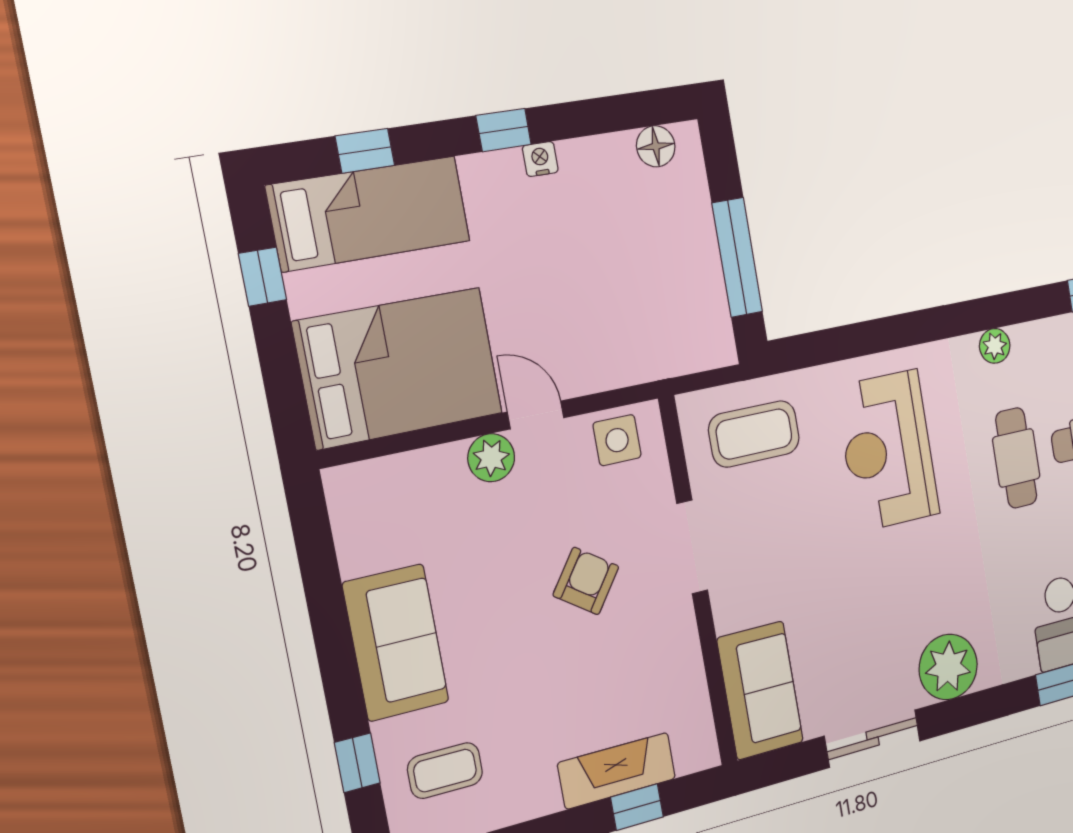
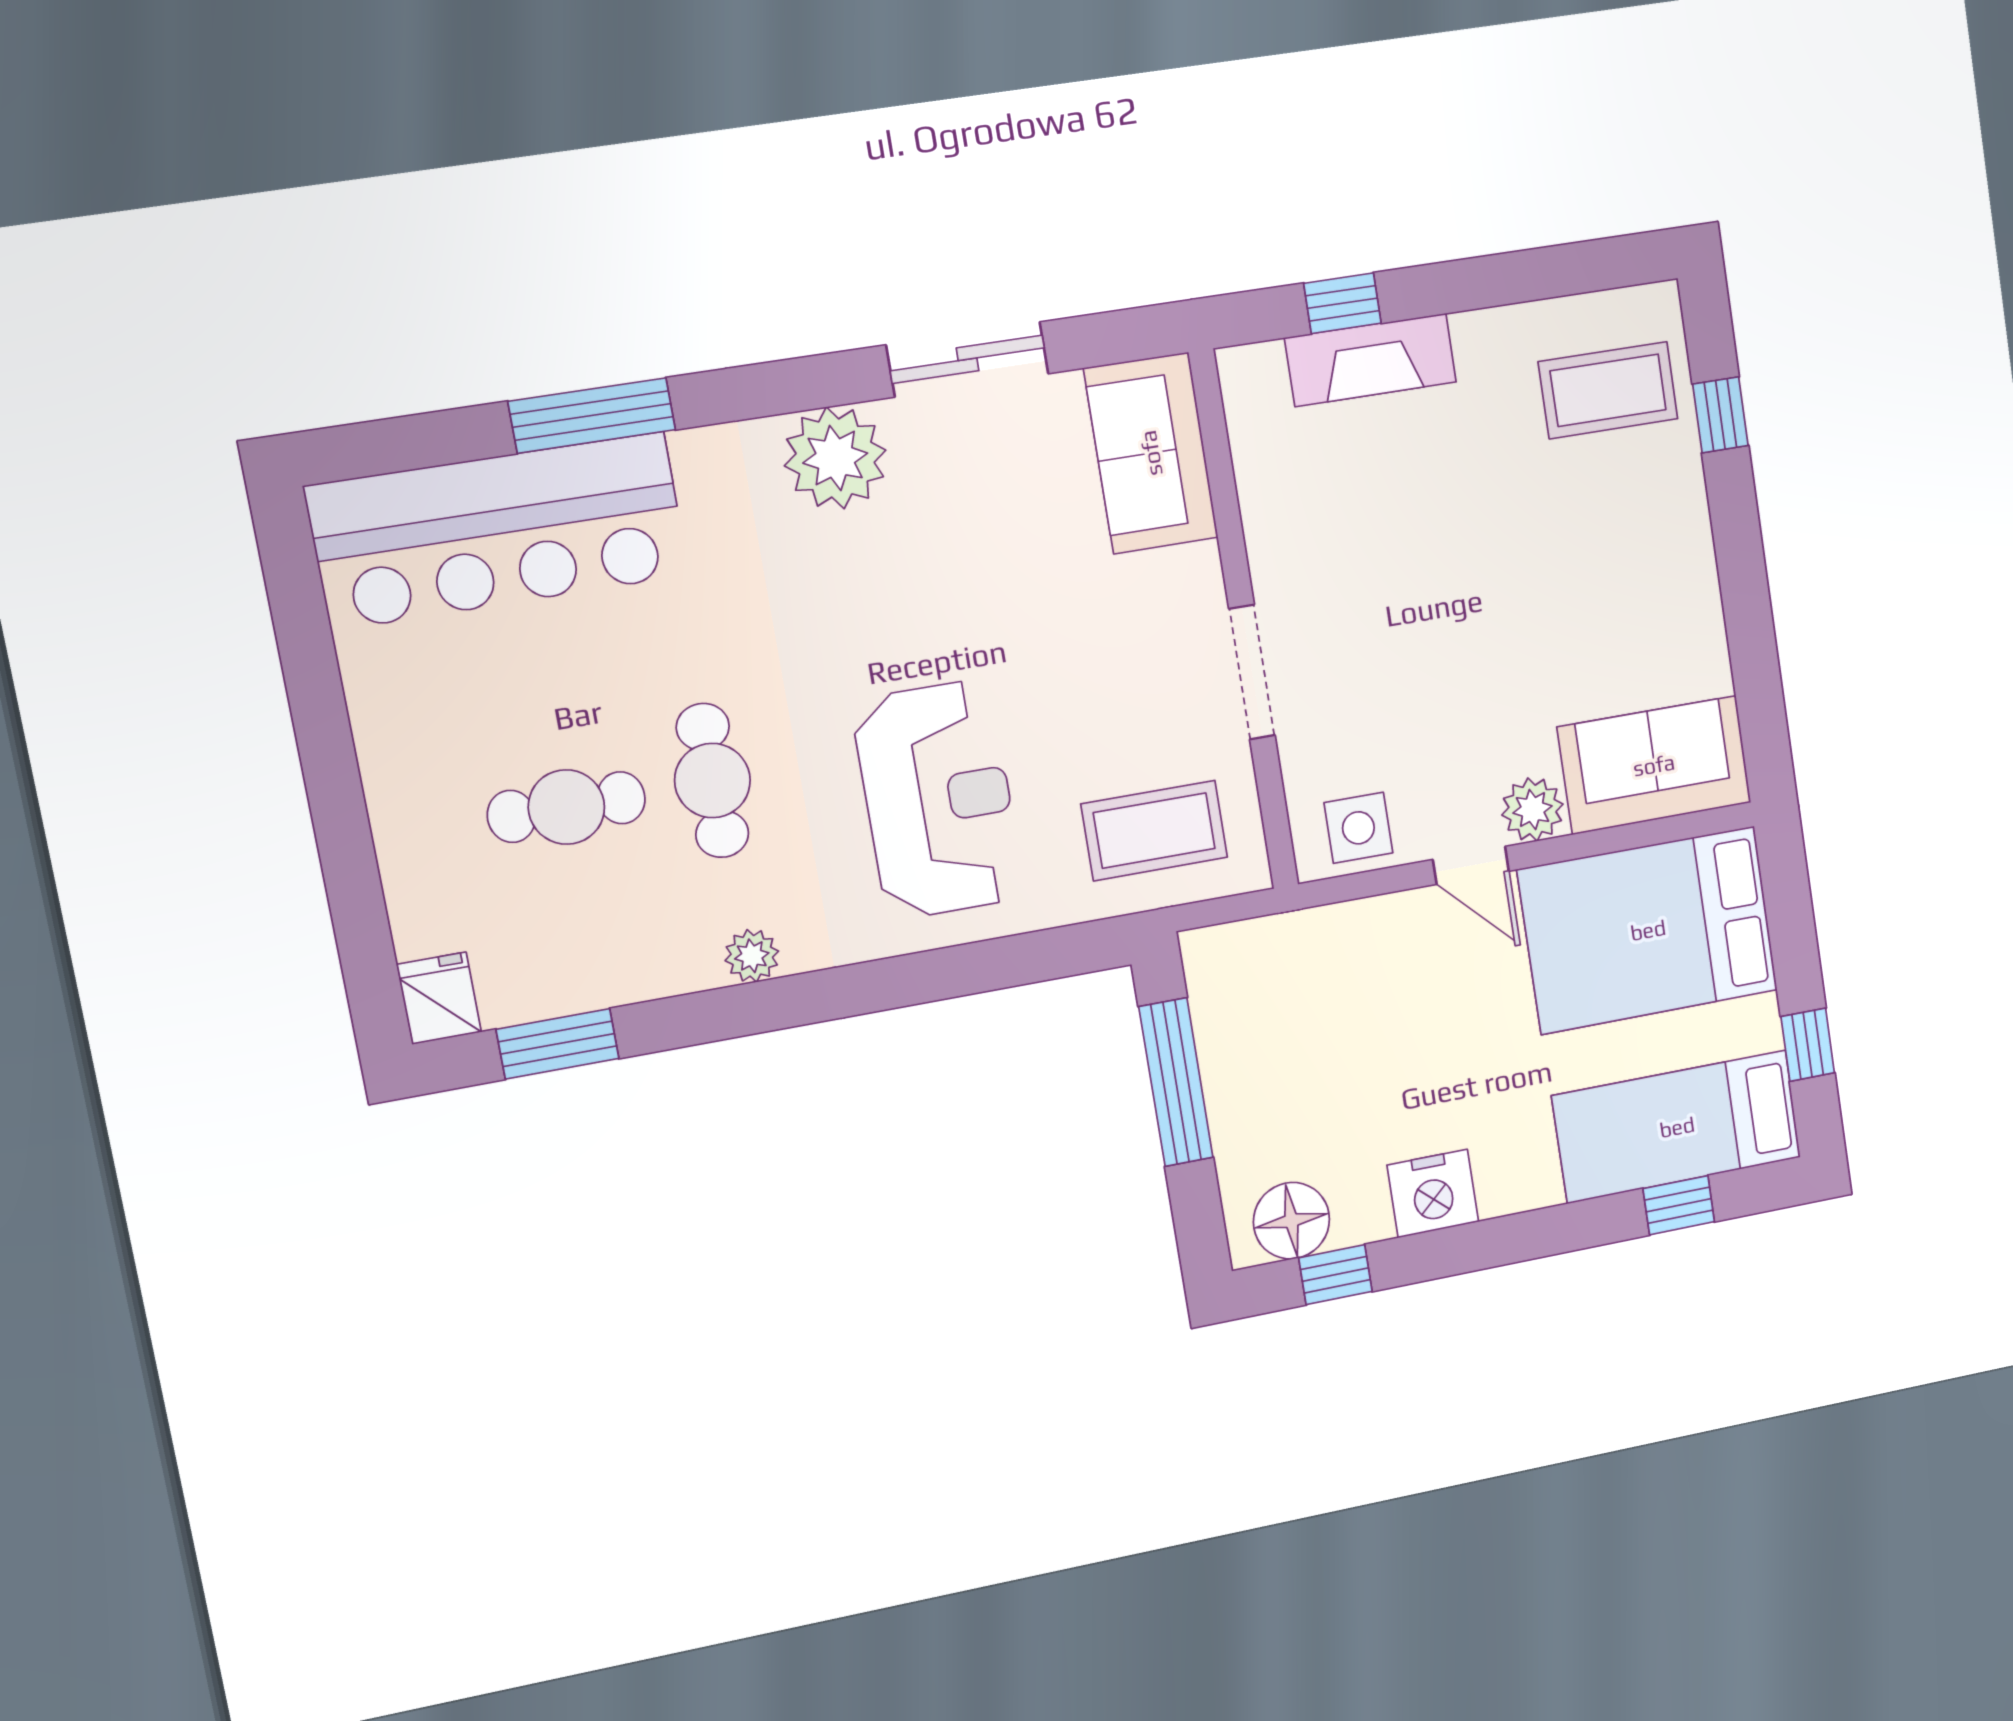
window: (504, 130) -> (1335, 1275), moved
floor lamp: (656, 146) -> (1291, 1221), width x1.38, depth x1.38
nightstand: (540, 159) -> (1433, 1193), width x1.89, depth x1.79
armchair: (586, 581) -> (1408, 634), removed
sofa: (396, 643) -> (1654, 765), moved, turned 90
coffee table: (445, 771) -> (1608, 390), width x1.36, depth x1.30

